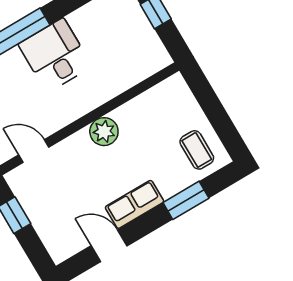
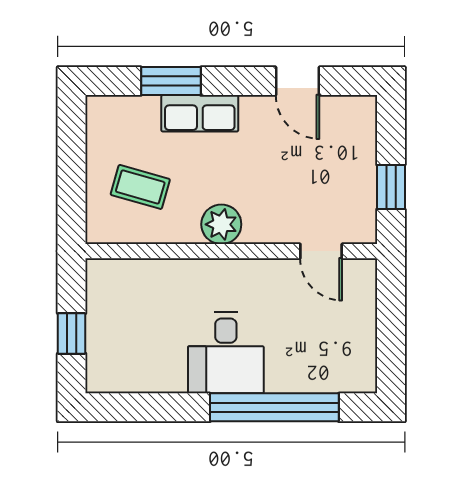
coffee table: (197, 150) -> (140, 187), moved, turned -74
row of seats: (135, 204) -> (200, 113), moved

